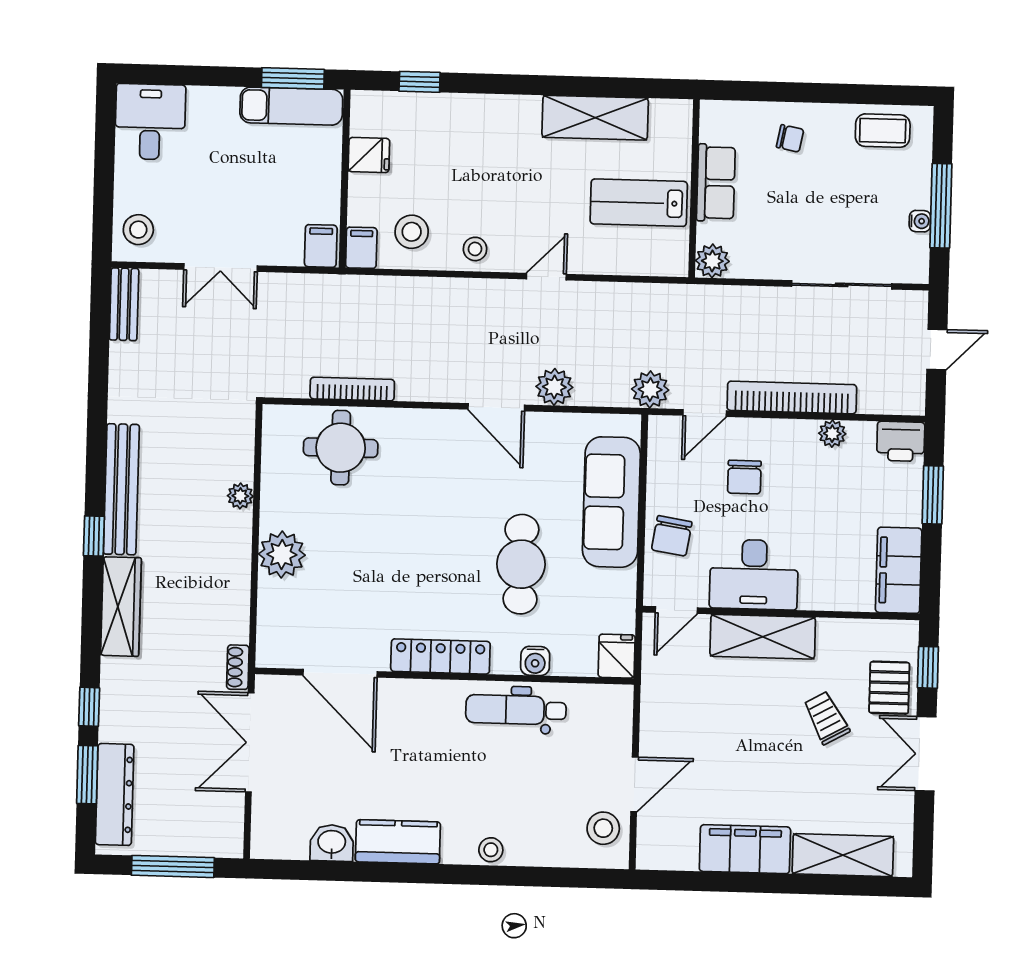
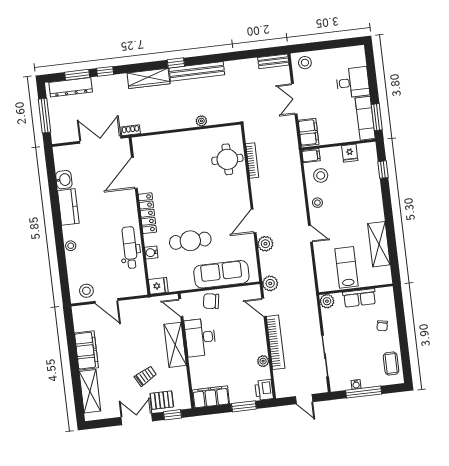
desk: (150, 122) -> (353, 82), moved
filing cabinet: (321, 246) -> (309, 132), width x2.00
chair: (744, 477) -> (240, 328), removed
plant: (282, 554) -> (180, 142), removed

